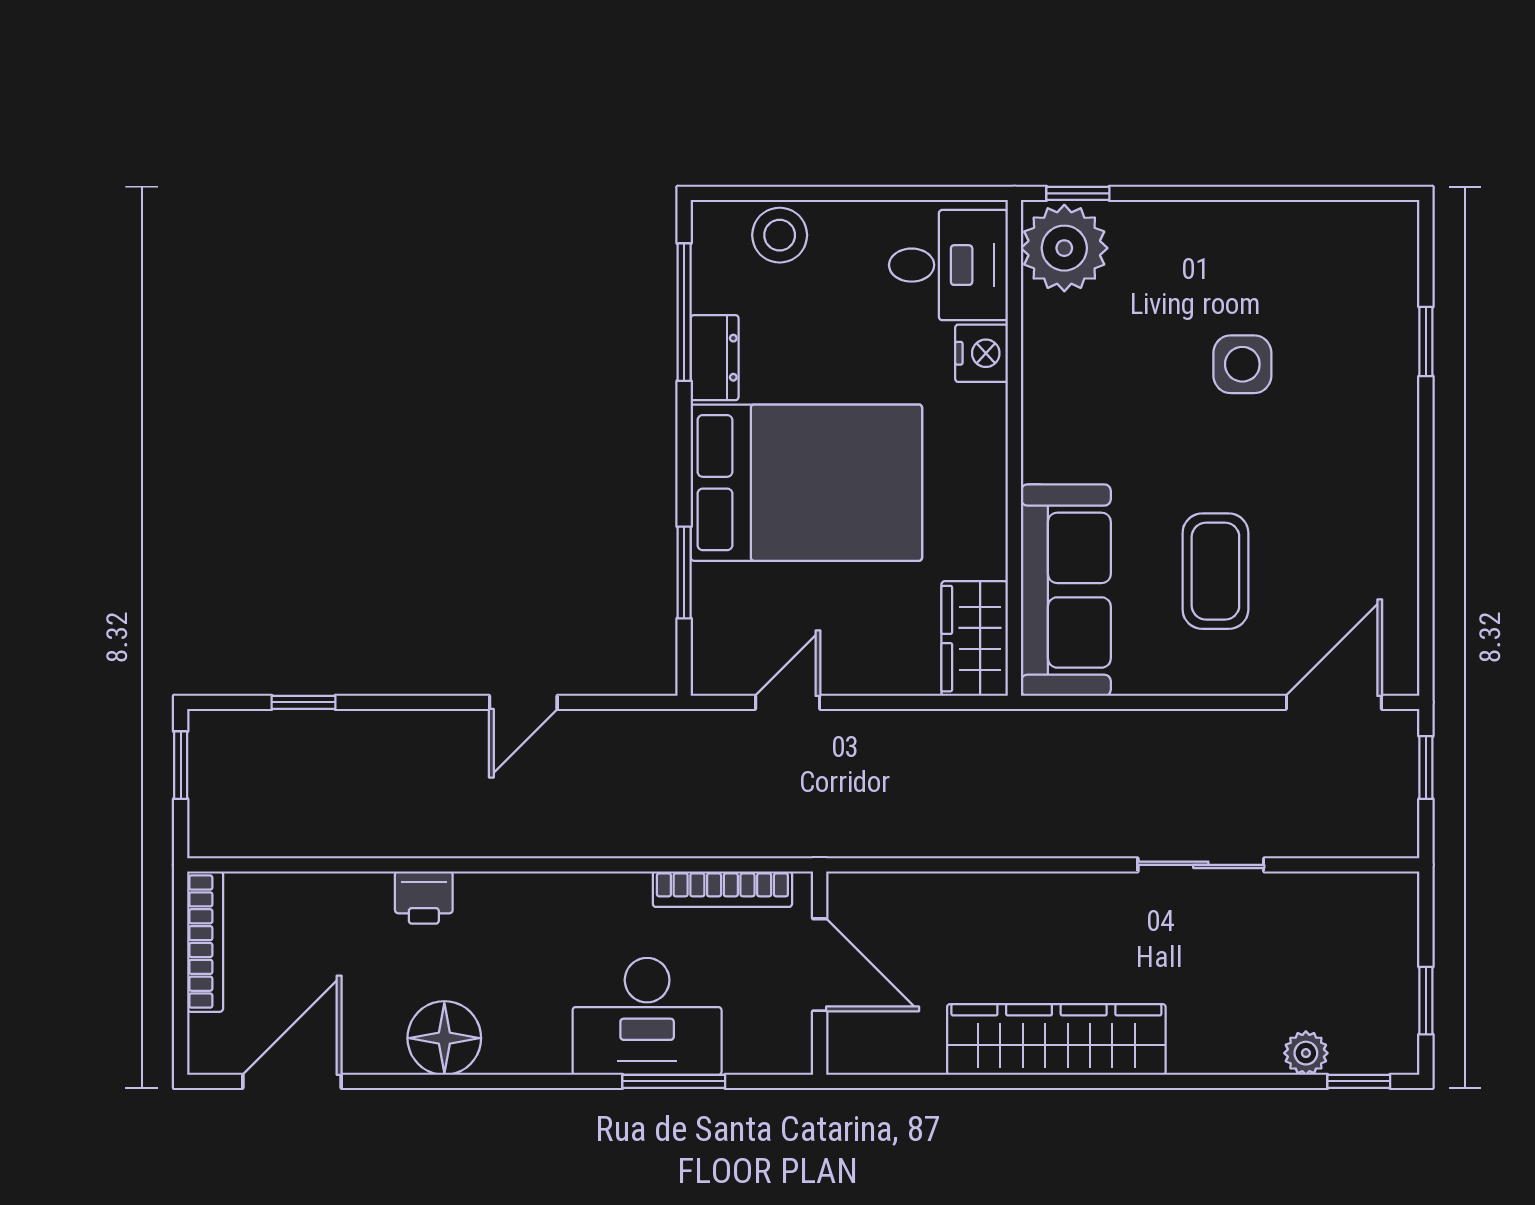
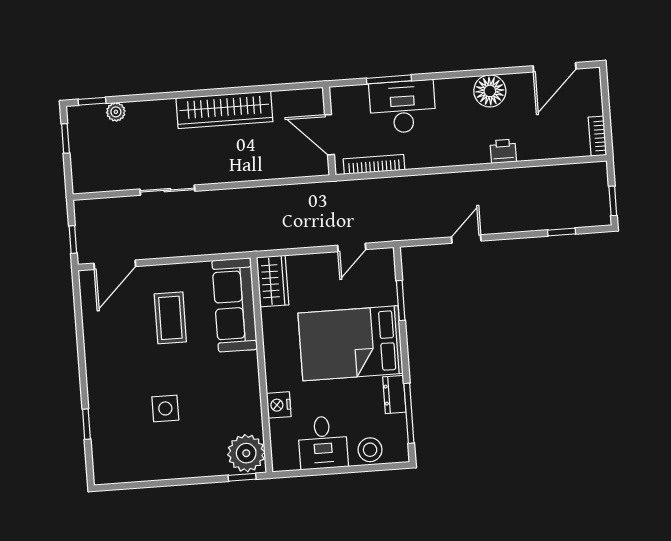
desk: (948, 265) -> (323, 443), moved, turned -90
bookcase: (205, 942) -> (597, 136), width x0.64

